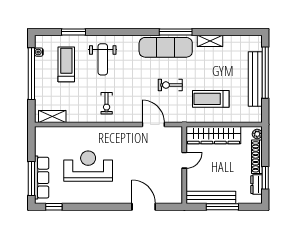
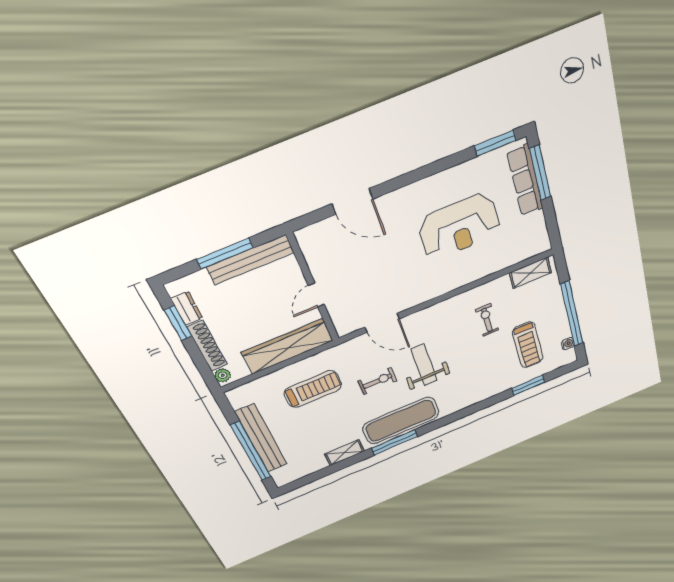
weight bench: (103, 59) -> (424, 365), moved
exercise bike: (107, 103) -> (487, 320), moved
window: (54, 207) -> (495, 143), width x1.50

